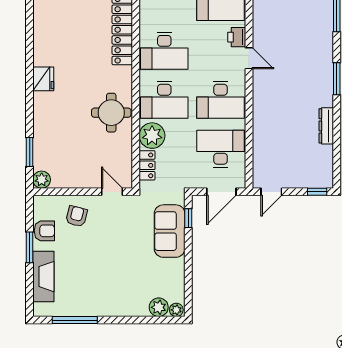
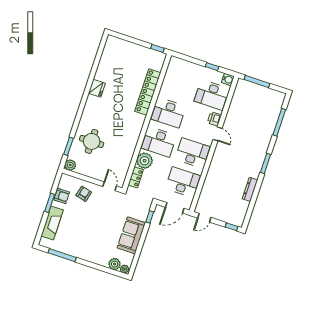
fridge: (43, 79) -> (97, 88), moved
desk: (221, 100) -> (192, 153), turned 180
round table: (111, 113) -> (92, 141), moved
sofa: (170, 231) -> (131, 235), moved

